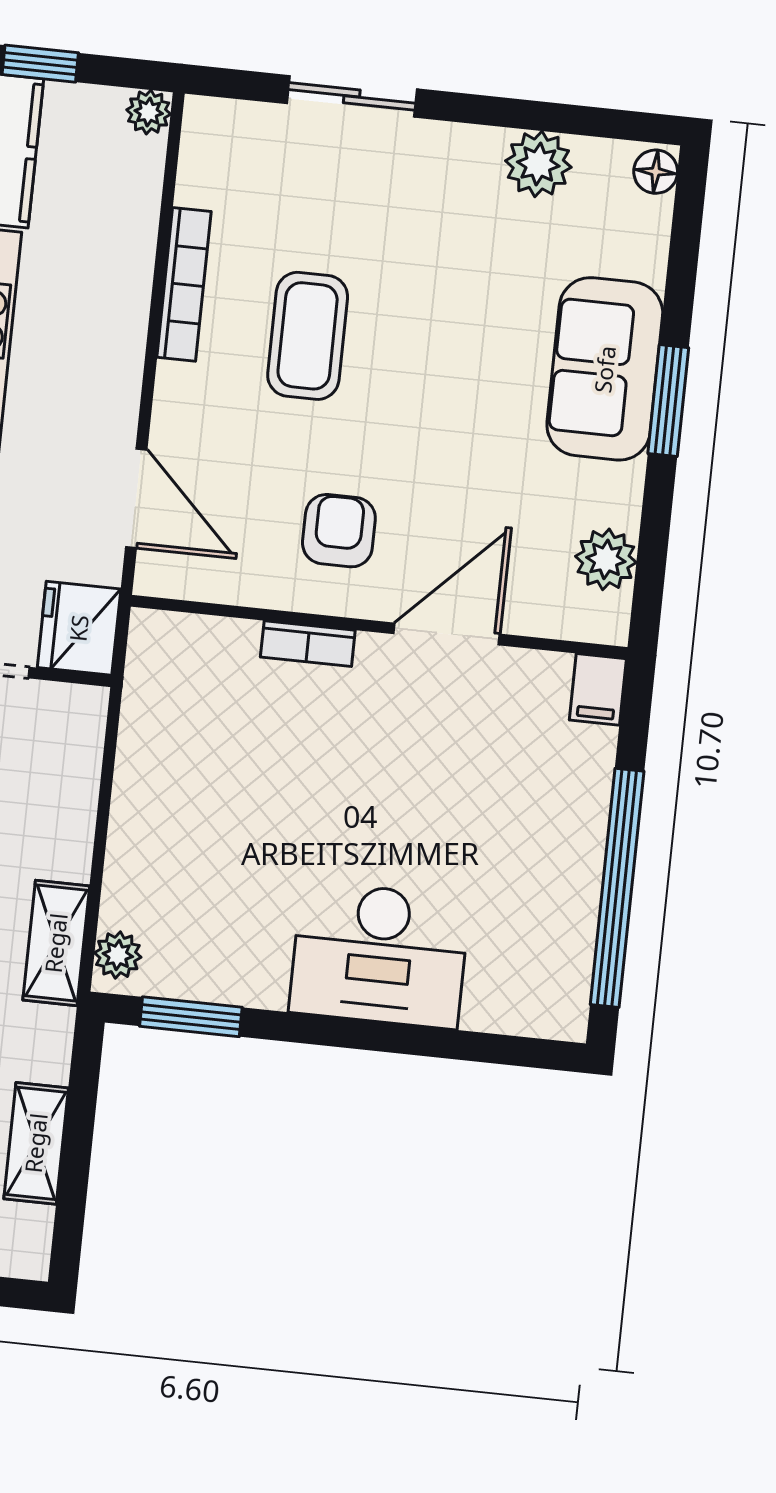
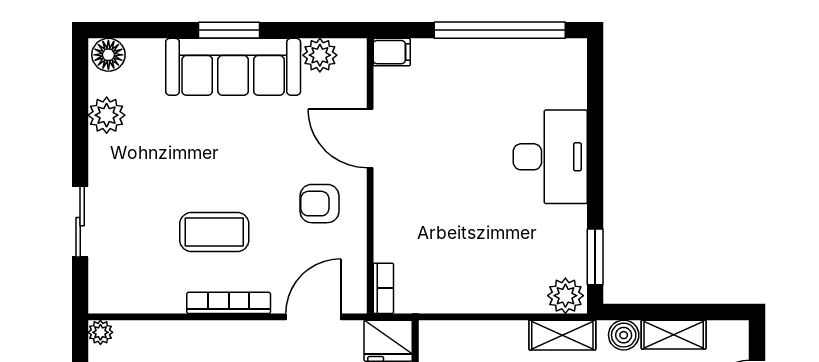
floor lamp: (656, 172) -> (108, 55), width x1.37, depth x1.37
bookcase: (184, 284) -> (229, 303), moved
sofa: (605, 369) -> (233, 67), width x1.36
bookcase: (308, 644) -> (383, 288), moved
plant: (118, 955) -> (565, 296), width x1.38, depth x1.38
boiler: (45, 1053) -> (624, 335), added

